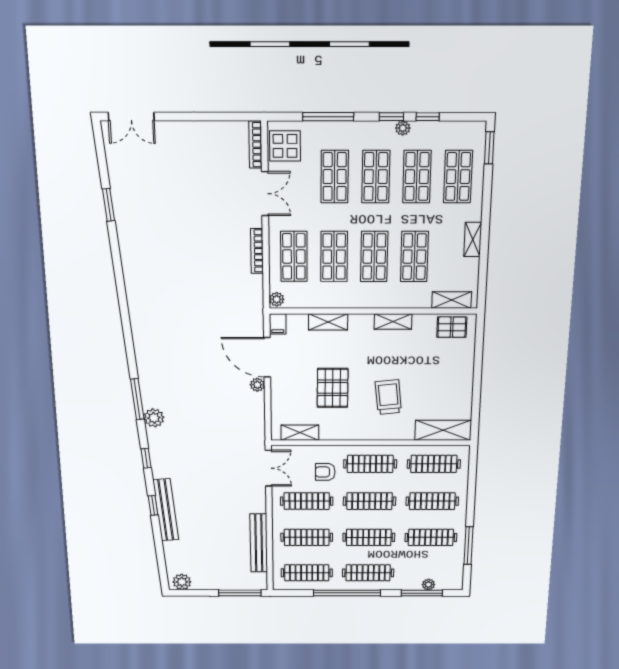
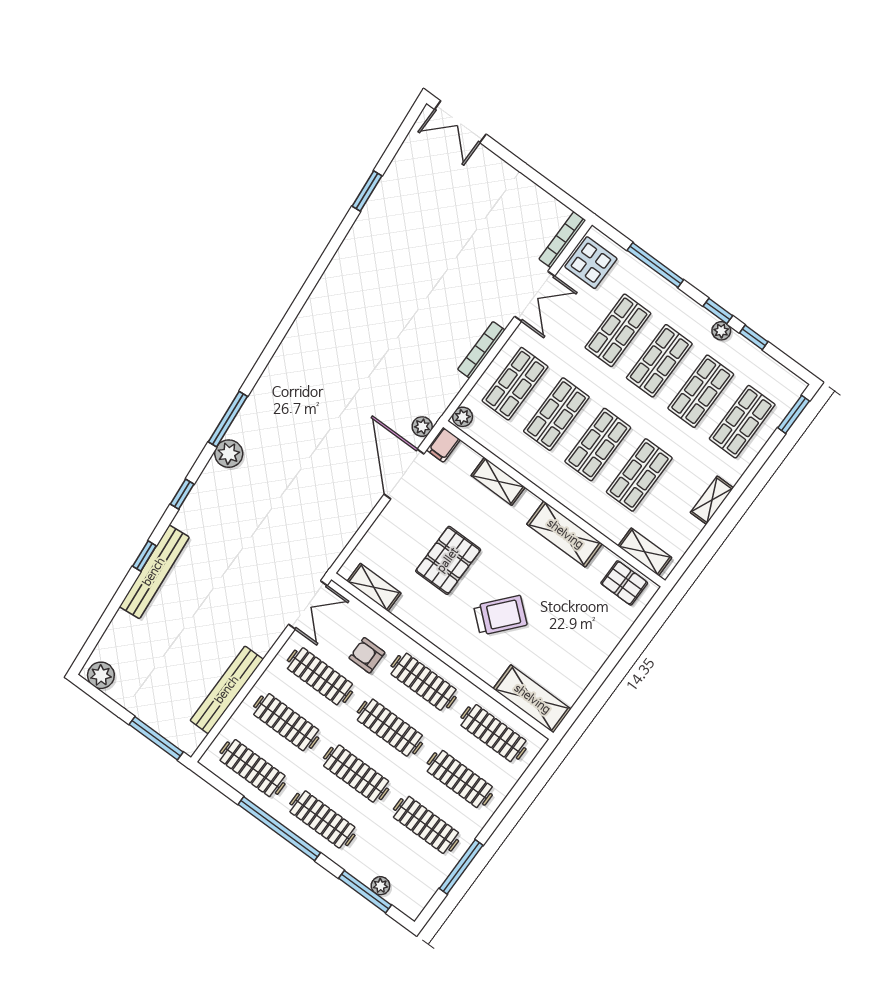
shelving: (393, 321) -> (565, 534), width x1.50, depth x1.33
plant: (257, 385) -> (422, 427), moved
trolley: (388, 397) -> (500, 615), turned 47

